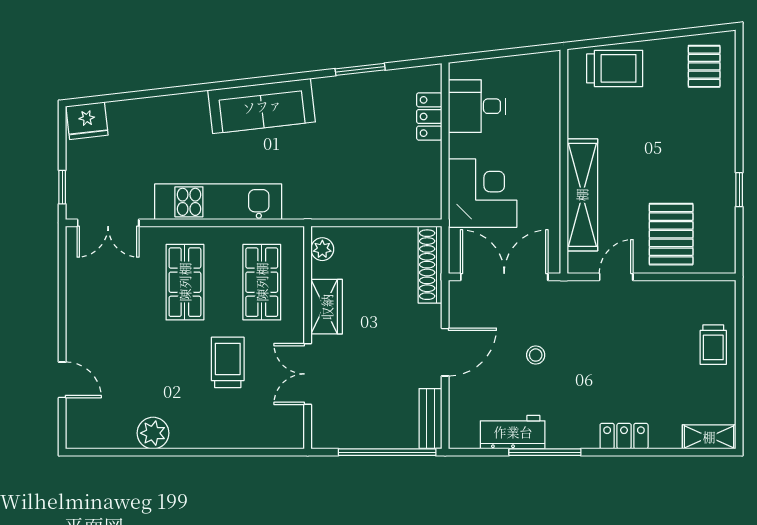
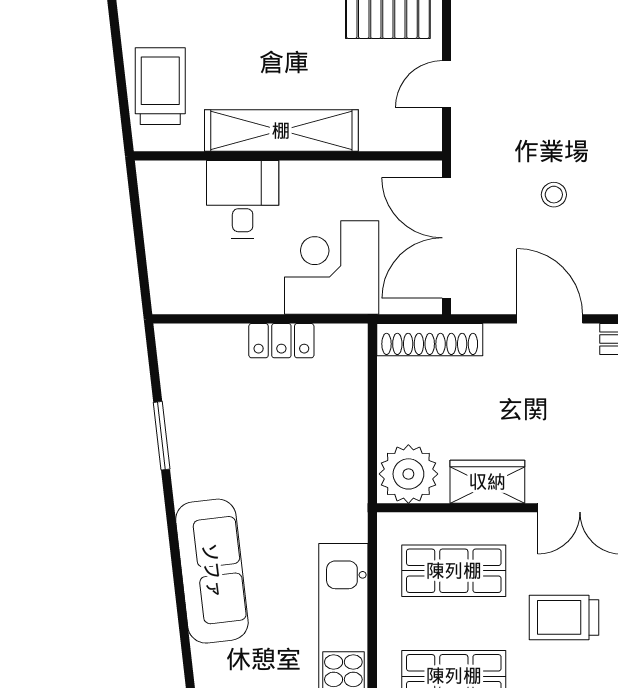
desk: (477, 106) -> (243, 199), moved, turned 180
locker: (429, 116) -> (281, 341), moved
shelving: (582, 195) -> (281, 131), moved
plant: (322, 249) -> (408, 474), width x1.87, depth x1.87
door: (616, 277) -> (446, 84), hinge flipped

